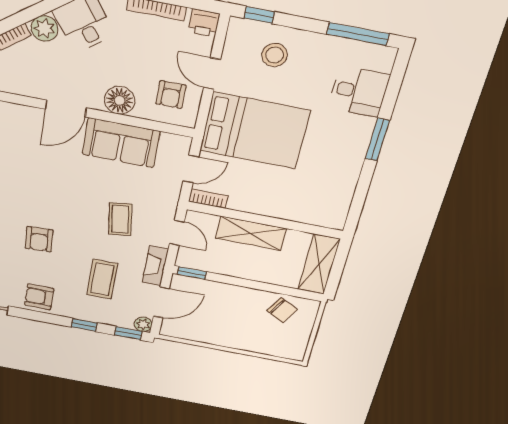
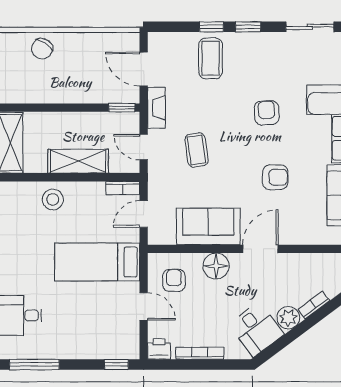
stool: (275, 55) -> (53, 200), moved
bed: (255, 131) -> (97, 262), width x0.67
coffee table: (102, 279) -> (210, 58), moved
armchair: (39, 297) -> (275, 177), moved
door: (161, 302) -> (144, 69), hinge flipped
chair: (282, 310) -> (42, 49), moved, turned -86
plant: (143, 324) -> (156, 40), removed
window: (128, 333) -> (248, 27), moved

